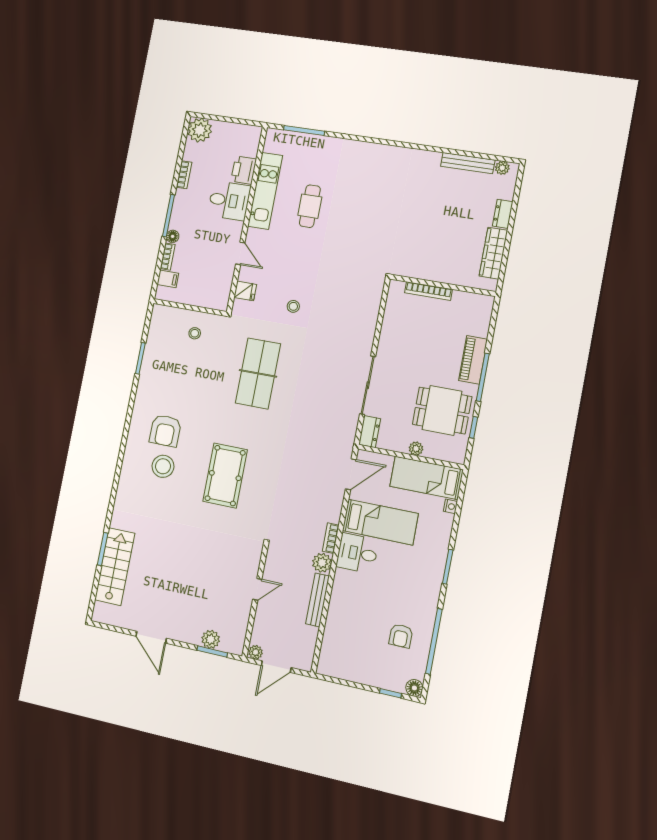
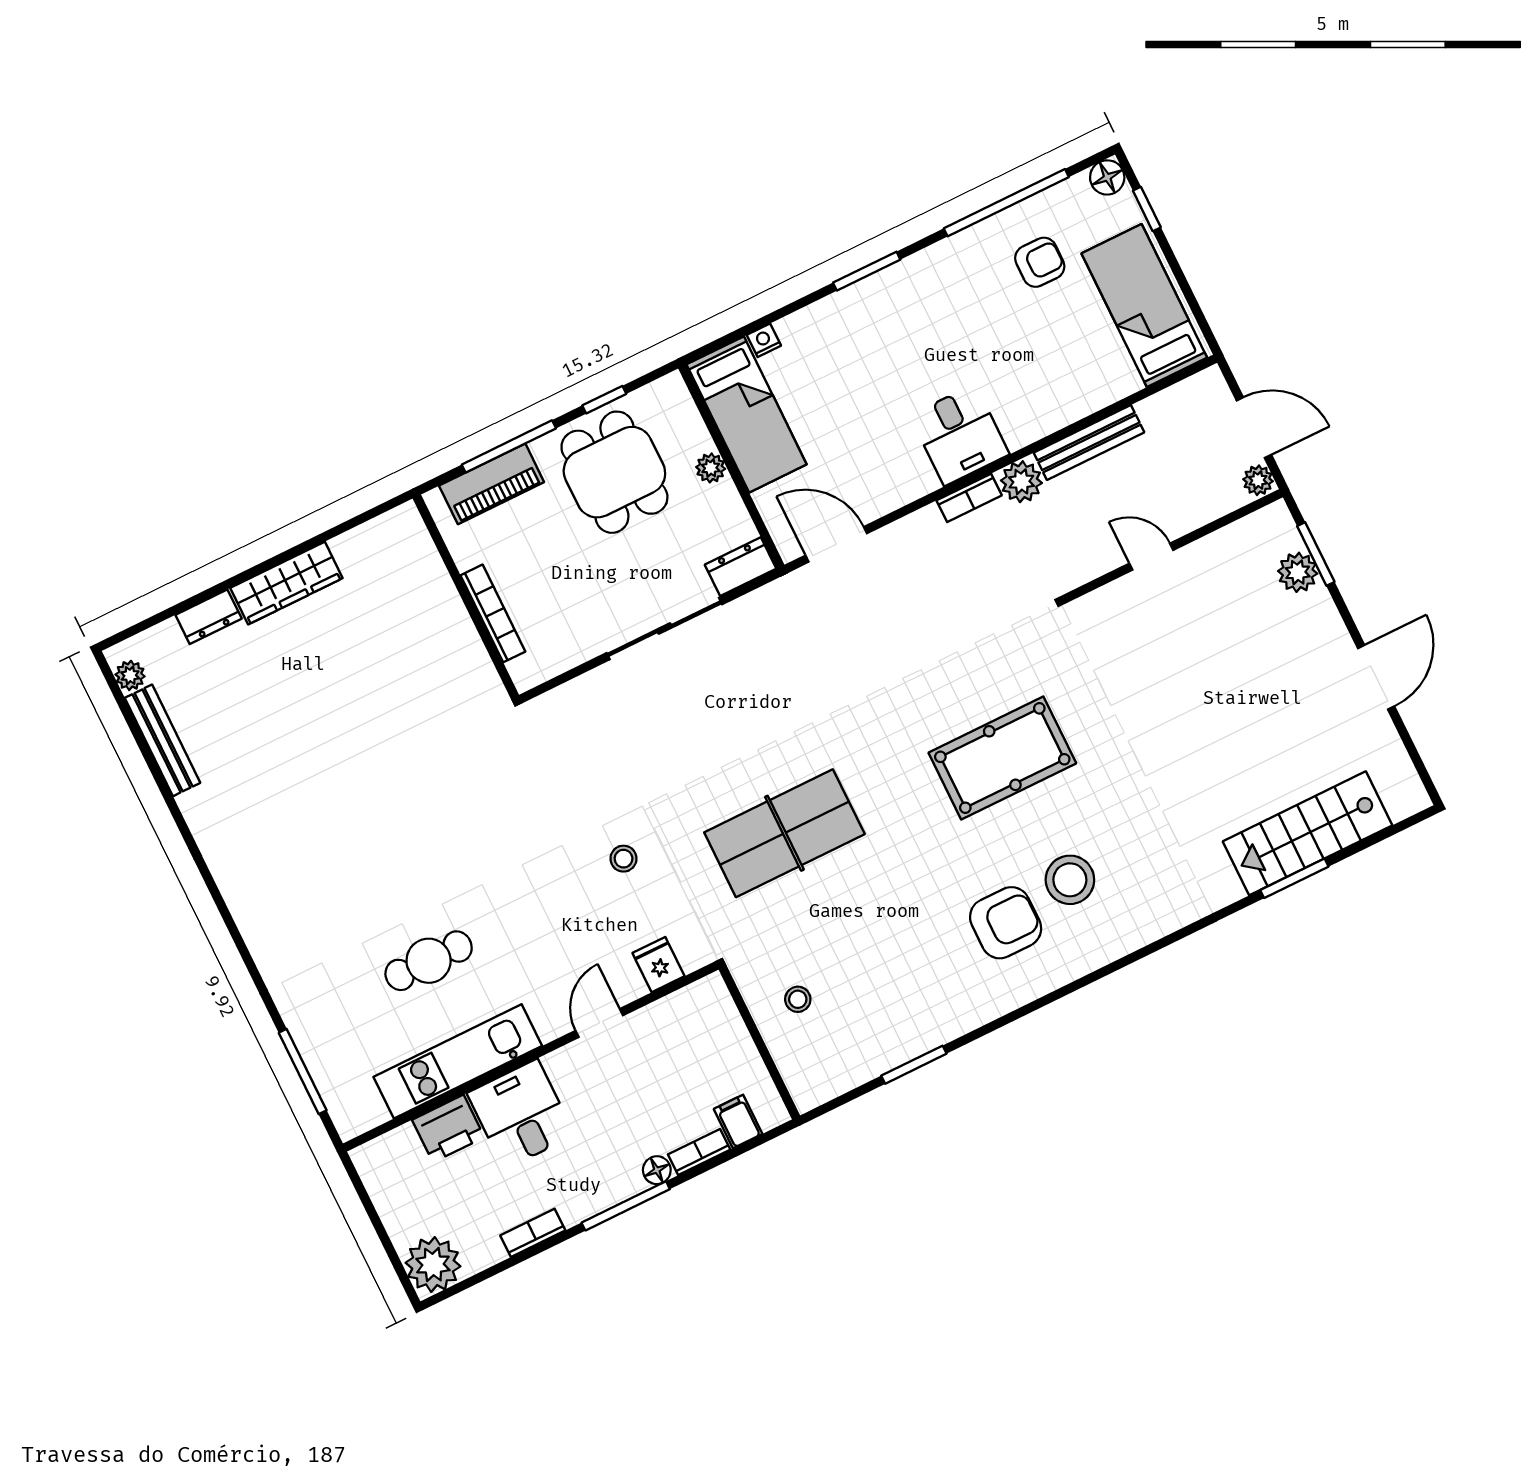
wall: (443, 285) -> (466, 597), moved
bookcase: (428, 291) -> (493, 613), moved
bed: (380, 522) -> (1144, 306), moved

